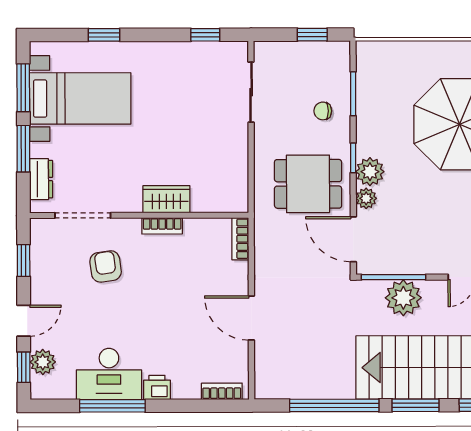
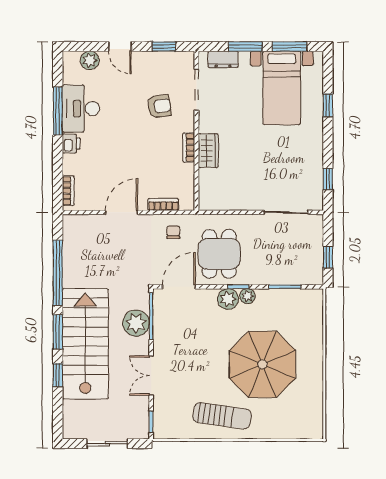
chair: (323, 111) -> (173, 232), moved
plant: (366, 198) -> (247, 296), moved
bookcase: (240, 239) -> (163, 204), moved
window: (24, 367) -> (86, 46), removed

